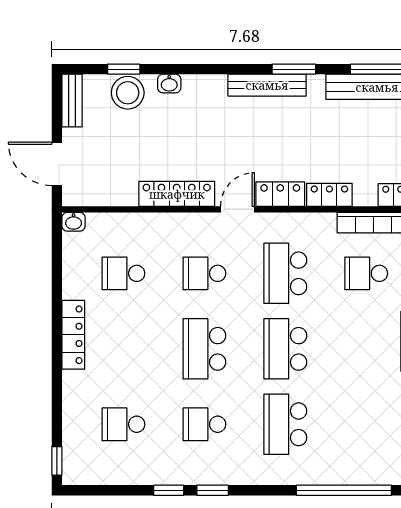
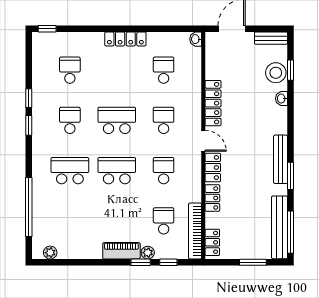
school desk: (285, 273) -> (164, 171), width x0.54

